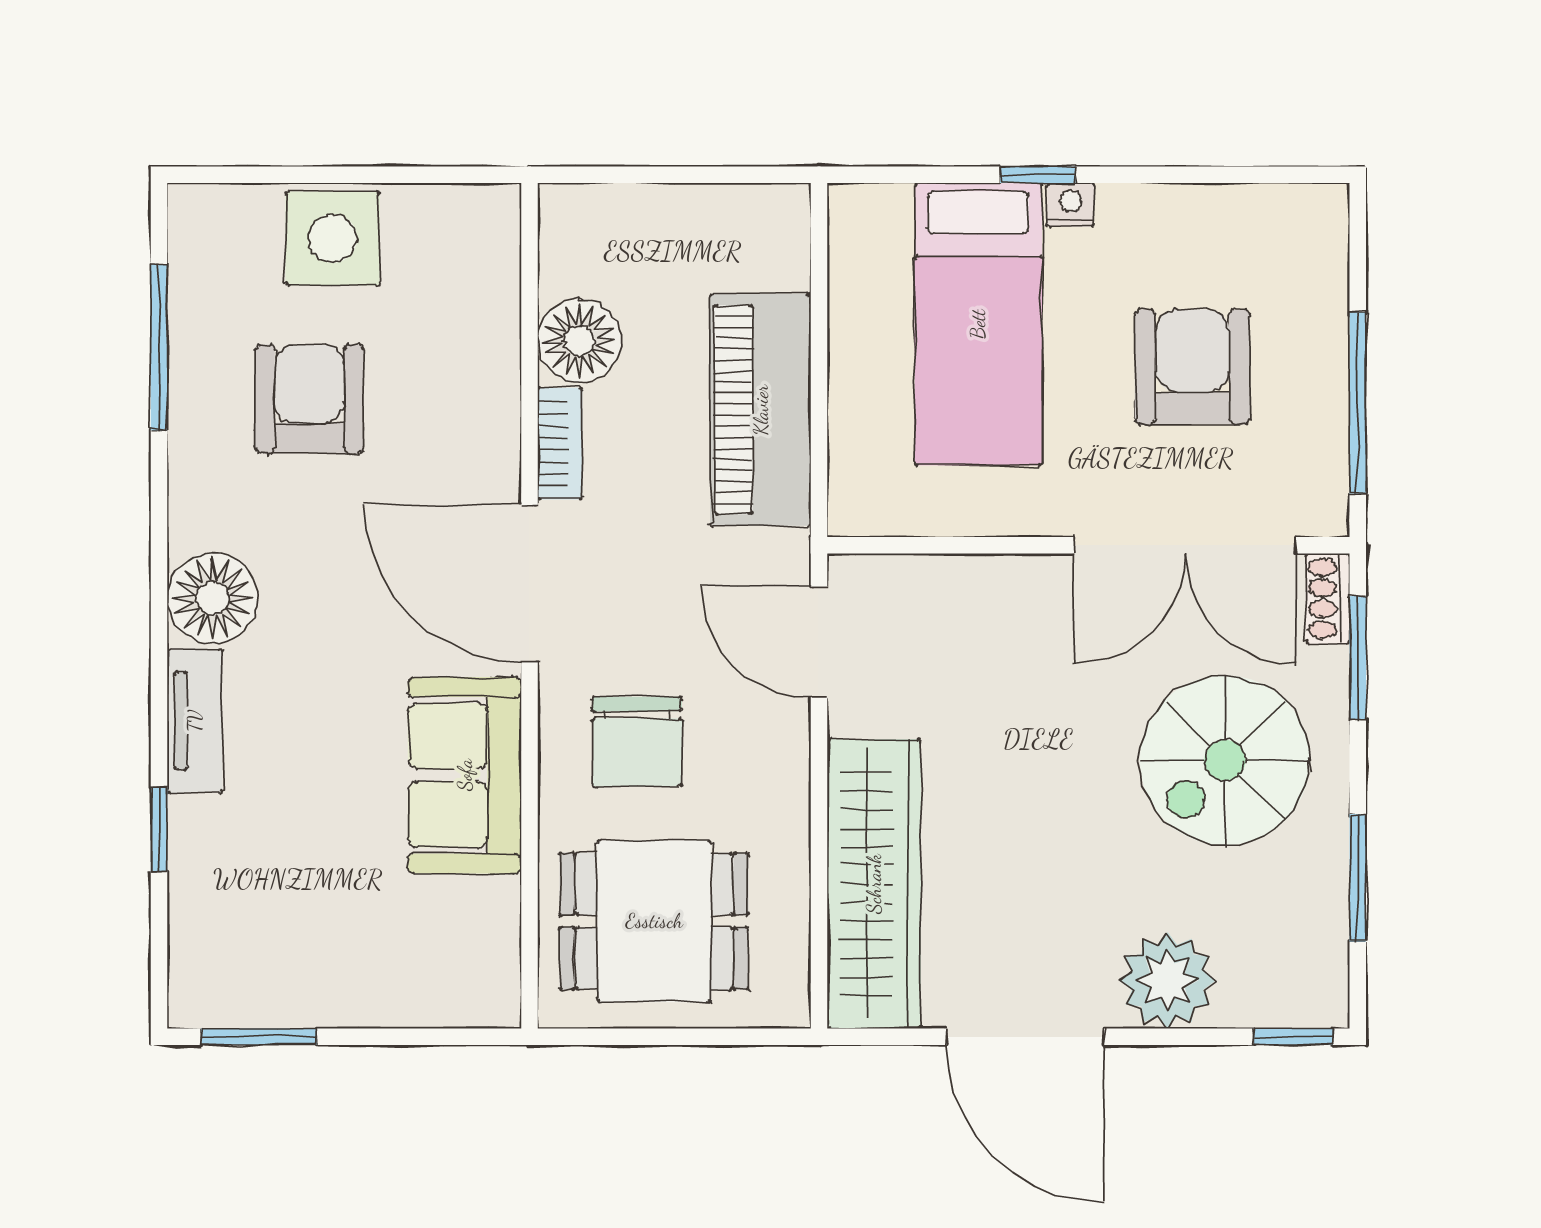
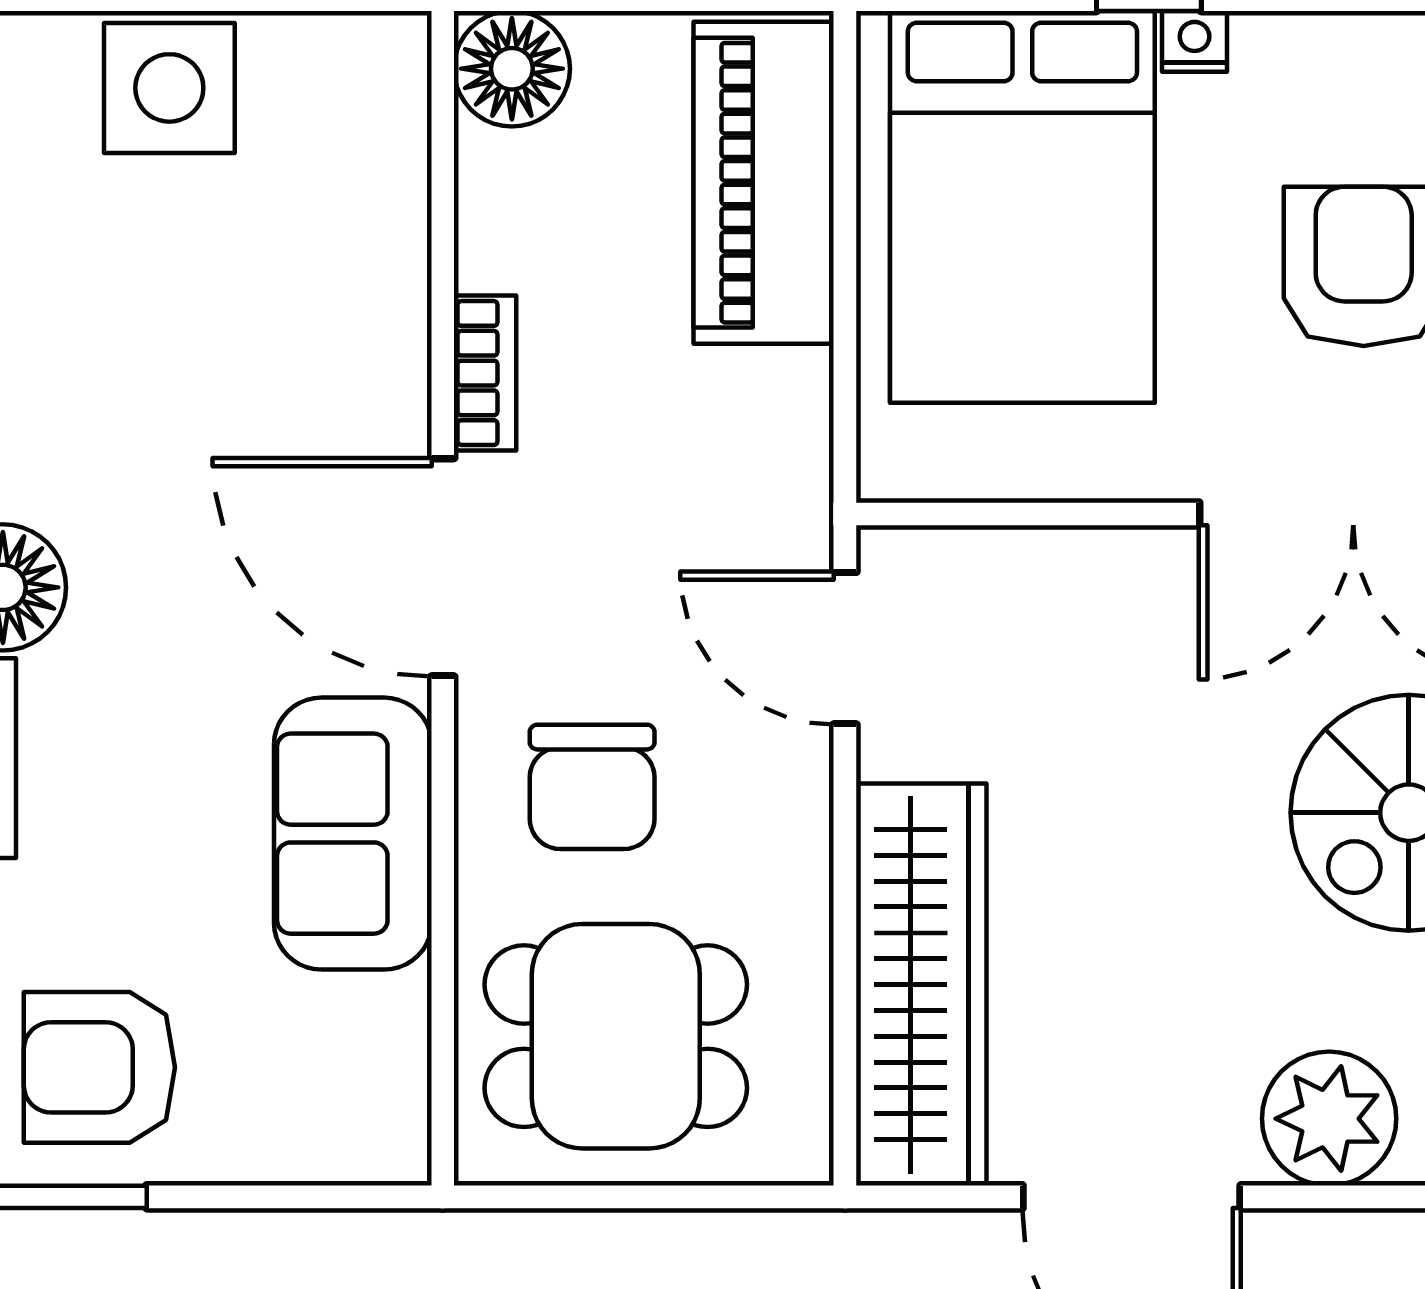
bed: (978, 324) -> (1022, 207), width x1.50
floor lamp: (579, 341) -> (512, 69), moved
armchair: (309, 399) -> (99, 1067), moved, turned -90
piano: (761, 410) -> (764, 183), moved

